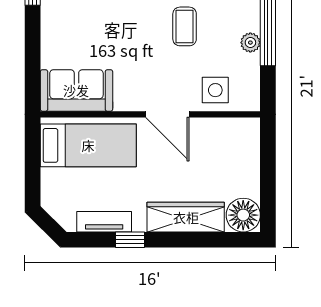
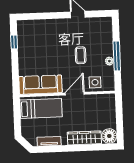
sofa: (76, 90) -> (40, 85), width x1.36
door: (167, 114) -> (75, 94), swing flipped
window: (130, 240) -> (61, 149), removed

